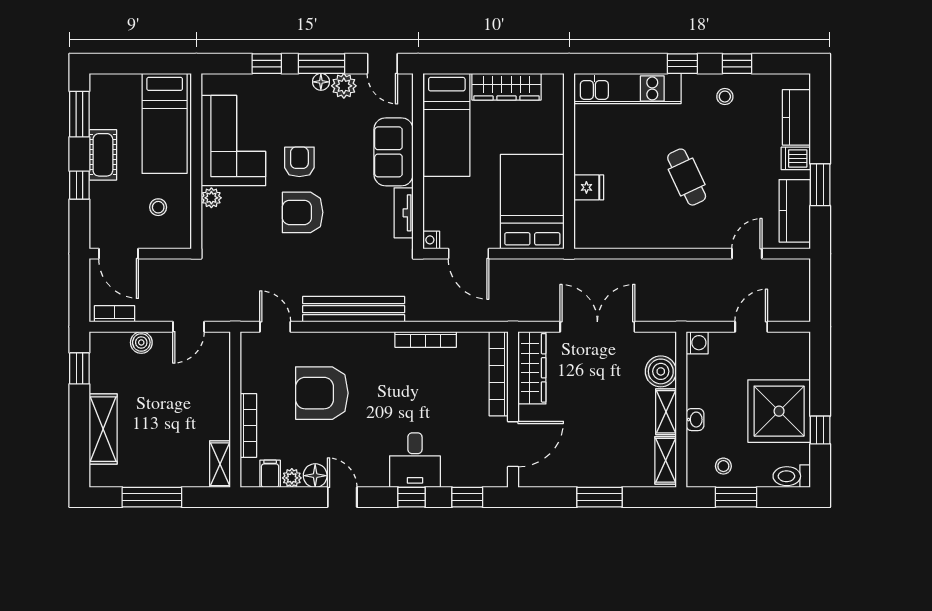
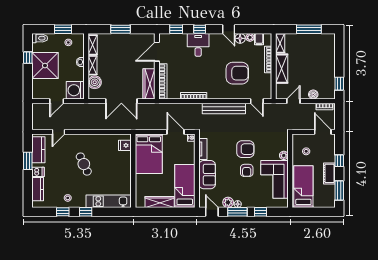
fridge: (589, 187) -> (125, 145), moved
washing machine: (697, 343) -> (75, 90), width x1.89, depth x1.89
shelving: (103, 429) -> (282, 69), moved

